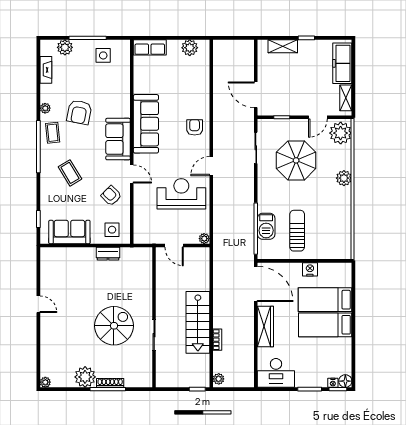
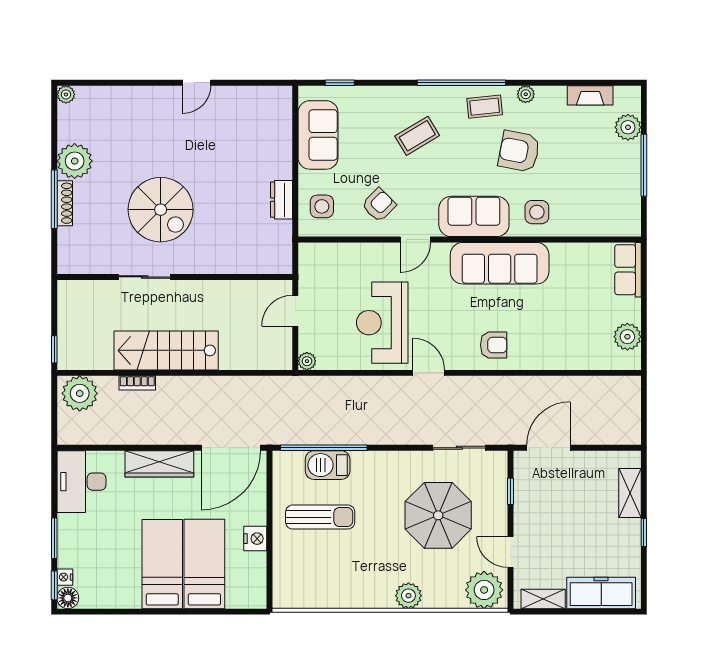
side table: (103, 55) -> (537, 212), moved
reception desk: (181, 194) -> (382, 323), turned 180
plant: (219, 379) -> (80, 393), width x1.87, depth x1.87

